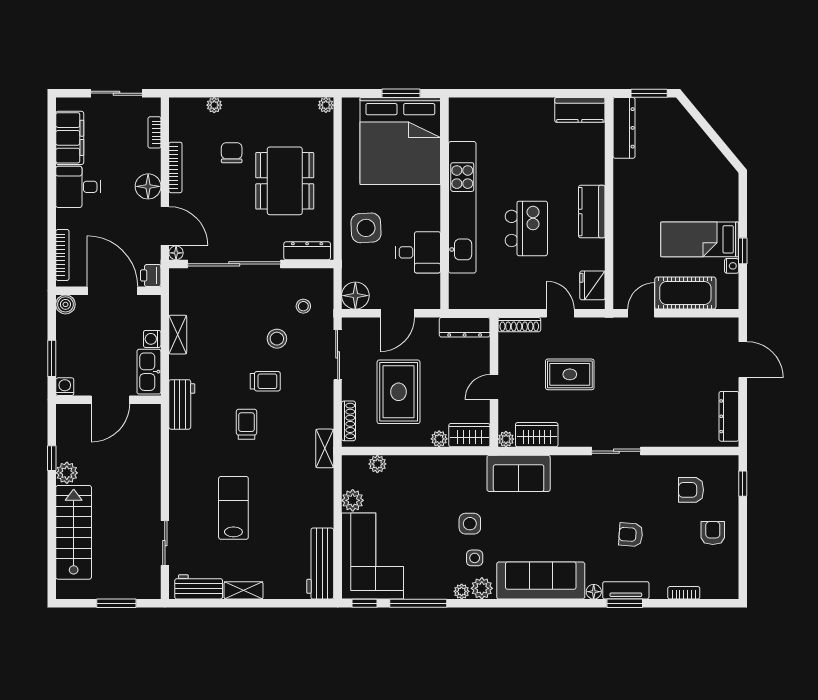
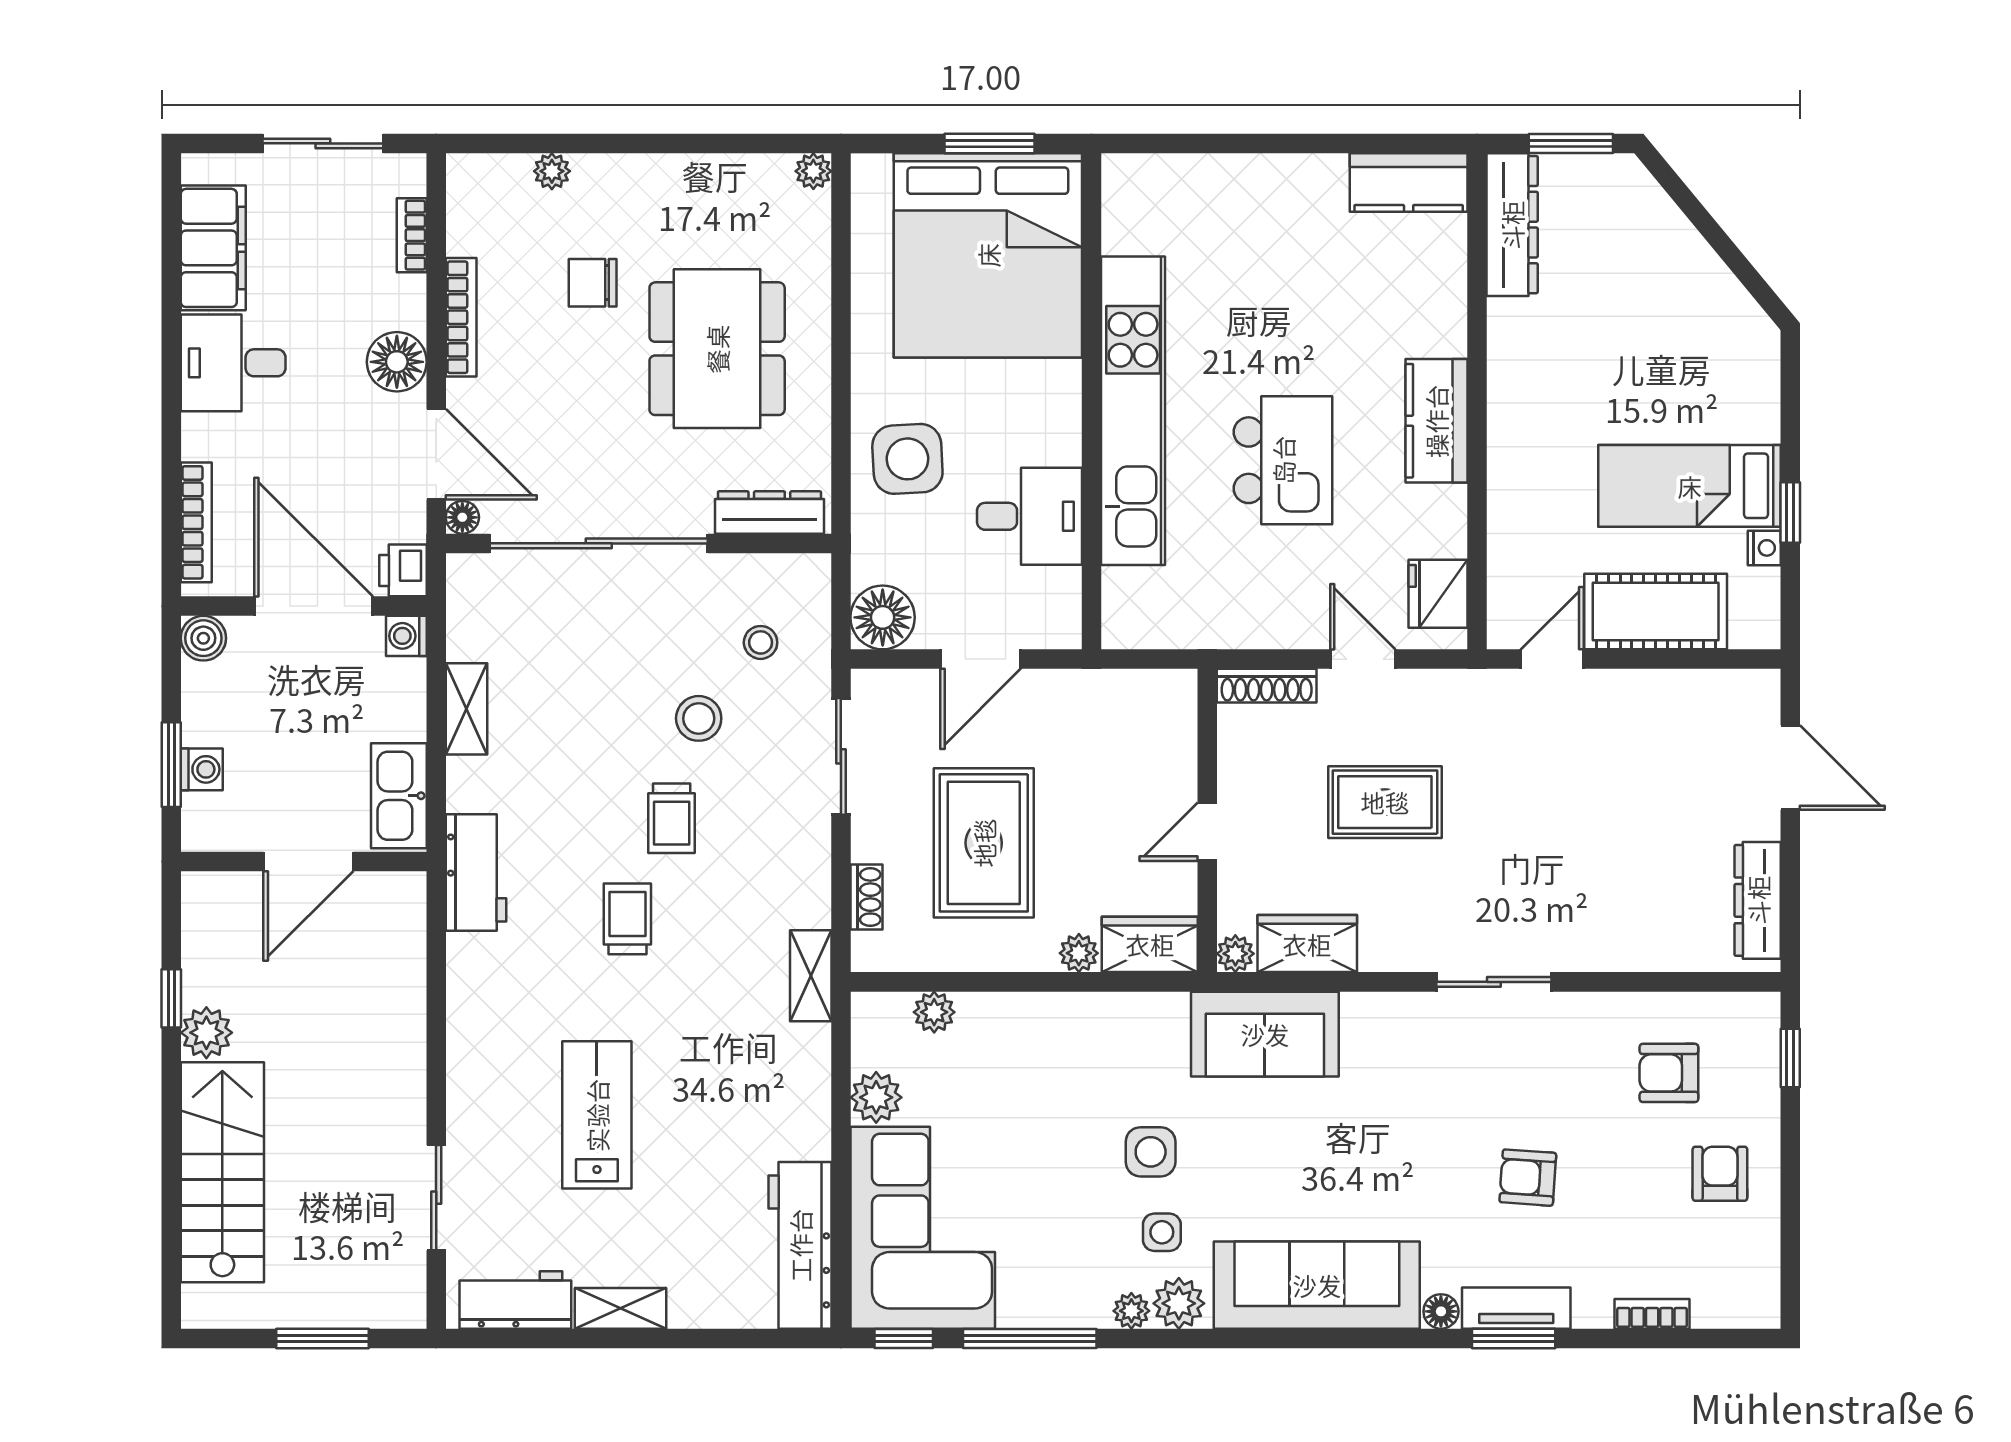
chair: (232, 153) -> (593, 283), turned -90
dresser: (465, 327) -> (1138, 692), removed
washing machine: (152, 339) -> (406, 636), moved
trolley: (265, 381) -> (672, 818), turned 90
washing machine: (65, 387) -> (202, 769), moved, turned 90
shoe rack: (349, 421) -> (866, 897), width x0.70

